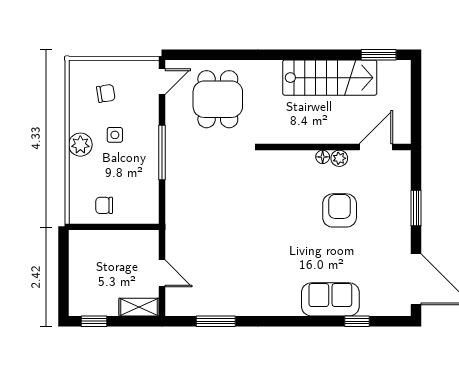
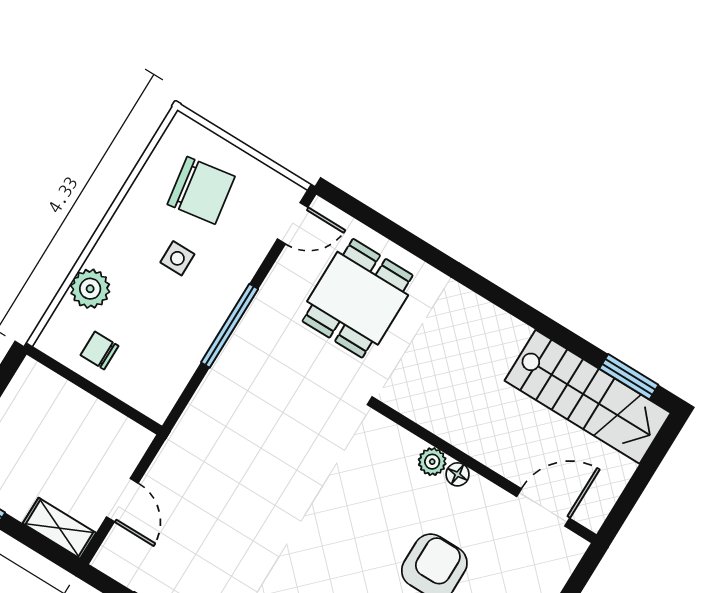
stairs: (330, 78) -> (588, 397), moved
chair: (106, 93) -> (201, 190), width x1.87, depth x1.87
plant: (80, 145) -> (90, 289), moved
plant: (339, 158) -> (432, 462), moved

